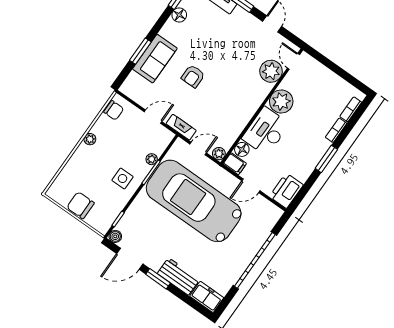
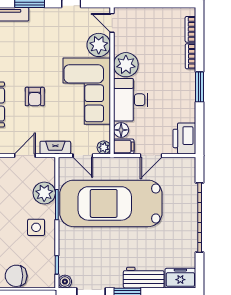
corner sofa: (236, 101) -> (87, 91), added
door: (198, 148) -> (83, 156), swing flipped
plant: (152, 159) -> (44, 193), width x1.87, depth x1.87

